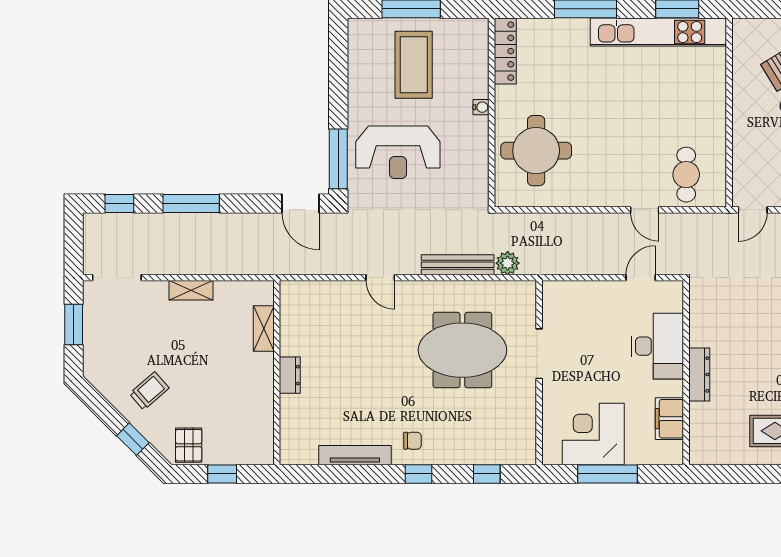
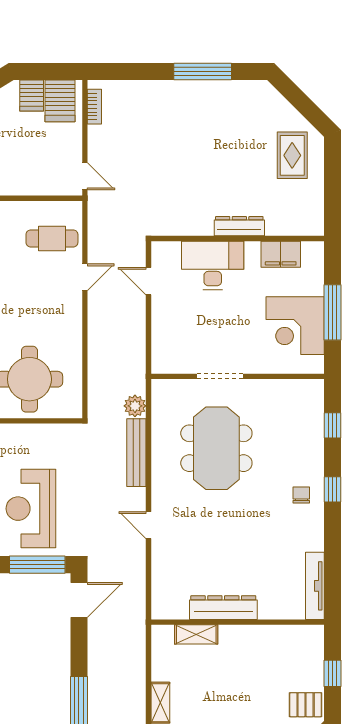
reception desk: (398, 152) -> (31, 509), turned 180
door: (380, 278) -> (149, 525), swing flipped
dresser: (290, 375) -> (223, 608), width x1.96, depth x1.24
tv unit: (355, 455) -> (315, 586), moved

